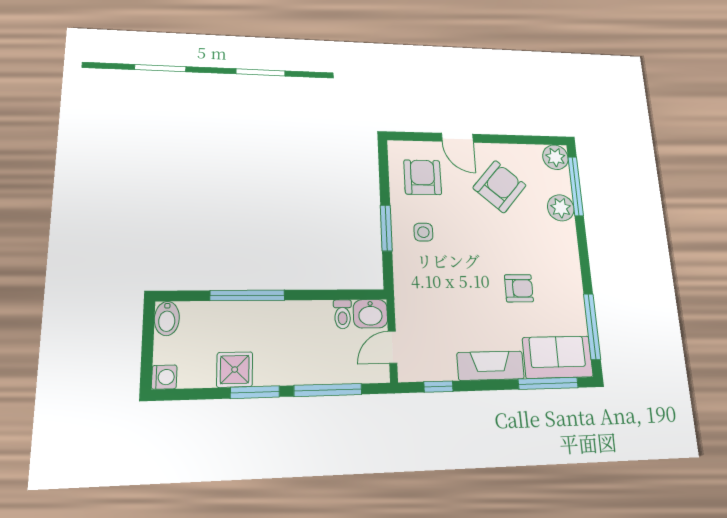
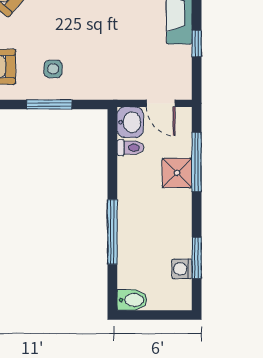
shower: (235, 370) -> (177, 173), moved
washing machine: (164, 377) -> (182, 269), moved, turned -90
window: (438, 387) -> (197, 43), moved
window: (255, 392) -> (197, 258), moved

